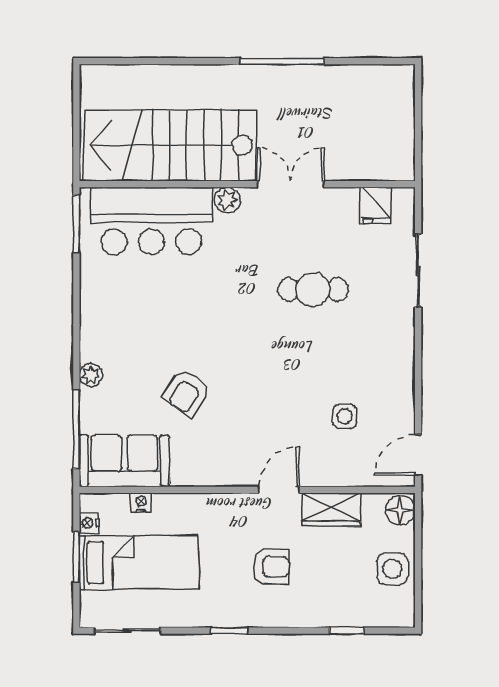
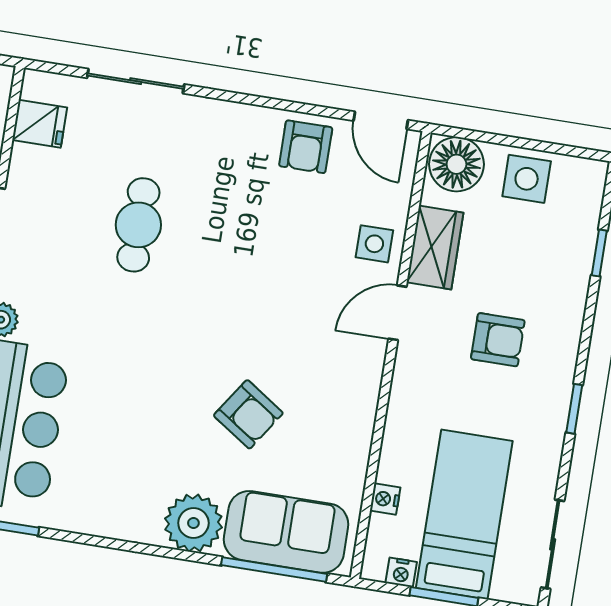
plant: (91, 375) -> (193, 523), width x1.87, depth x1.87
armchair: (390, 403) -> (306, 147), added
side table: (345, 416) -> (374, 244), moved
sofa: (124, 461) -> (286, 532), moved, turned 90
door: (279, 490) -> (398, 313), hinge flipped
floor lamp: (400, 510) -> (456, 164), width x1.38, depth x1.38
armchair: (271, 567) -> (498, 340), turned 90

